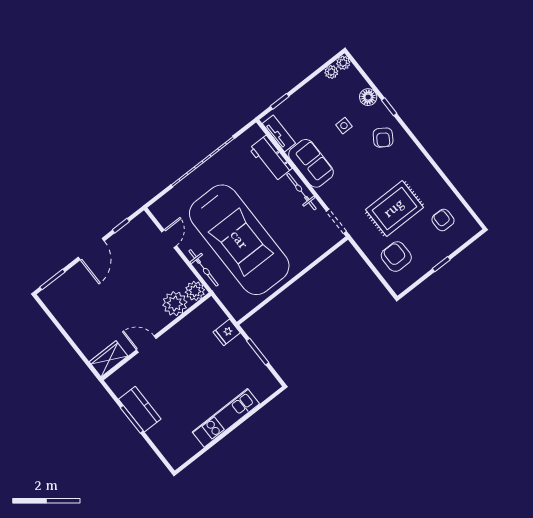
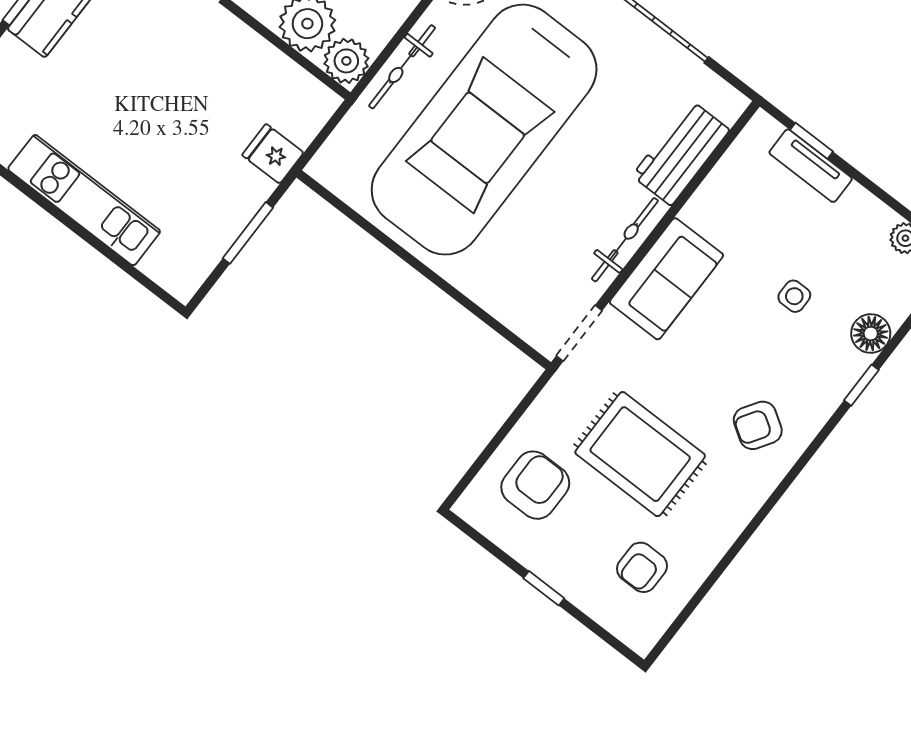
tv unit: (279, 133) -> (811, 166), moved, turned 90
armchair: (383, 138) -> (758, 425), moved
sofa: (311, 163) -> (666, 279), moved
armchair: (443, 220) -> (642, 567), turned 180

